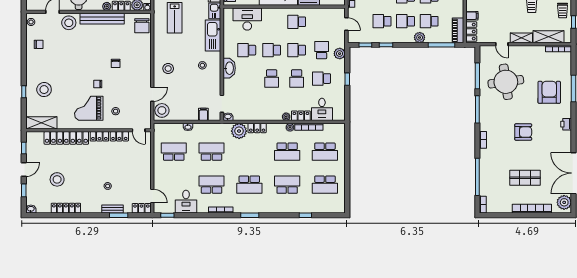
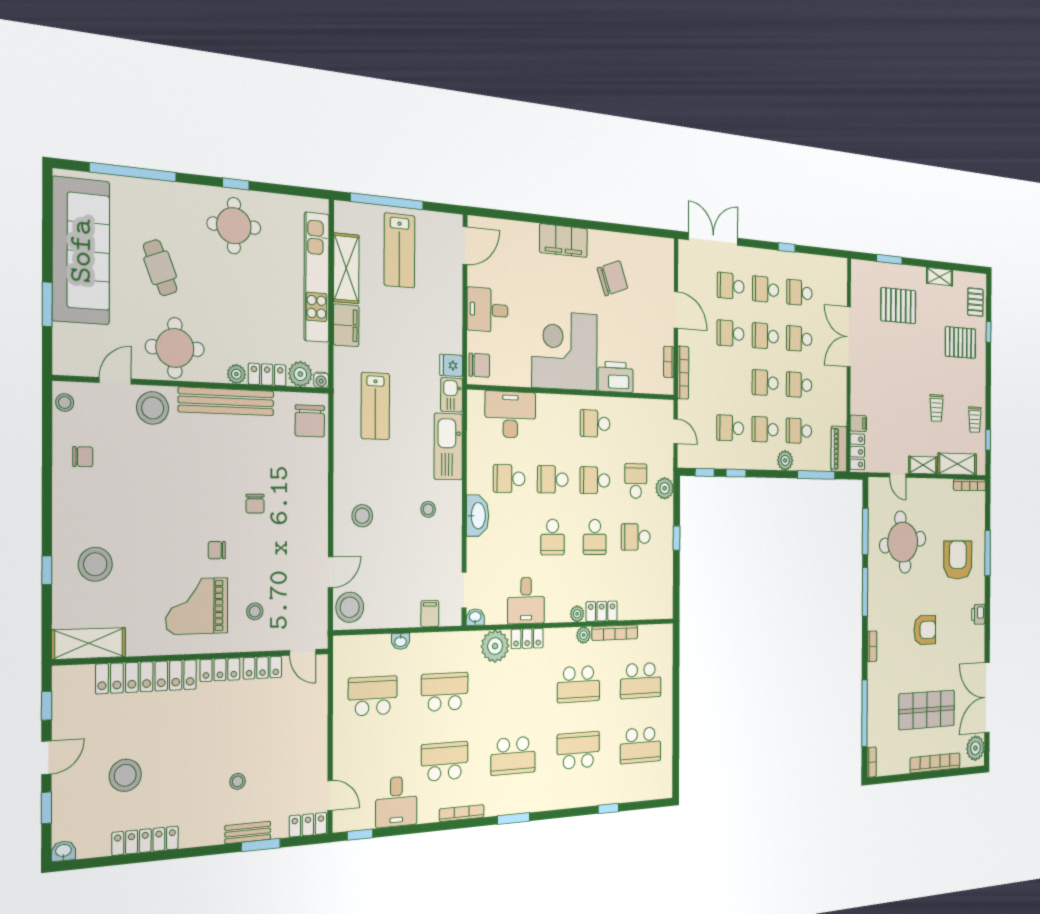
desk: (322, 109) -> (526, 601), moved
shop shelf: (525, 178) -> (927, 710), width x1.43, depth x1.36

